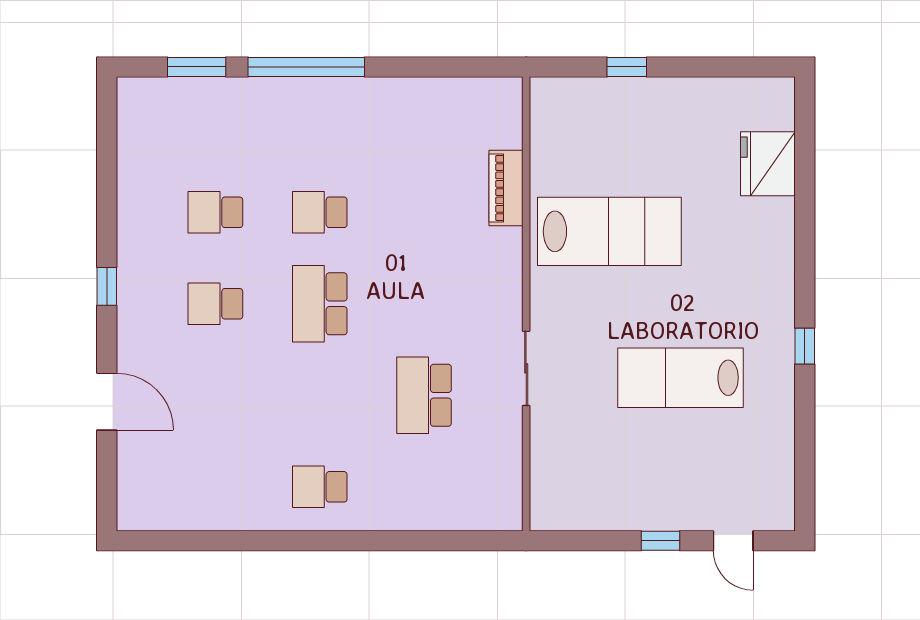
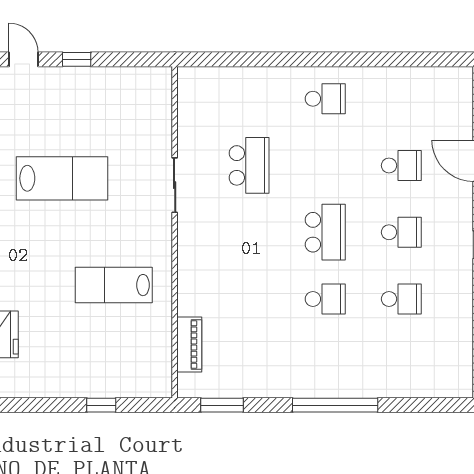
window: (197, 67) -> (222, 405), moved
piano: (506, 188) -> (189, 345), moved
lab bench: (609, 231) -> (114, 285), width x0.73, depth x0.72
school desk: (215, 395) -> (401, 165), added

